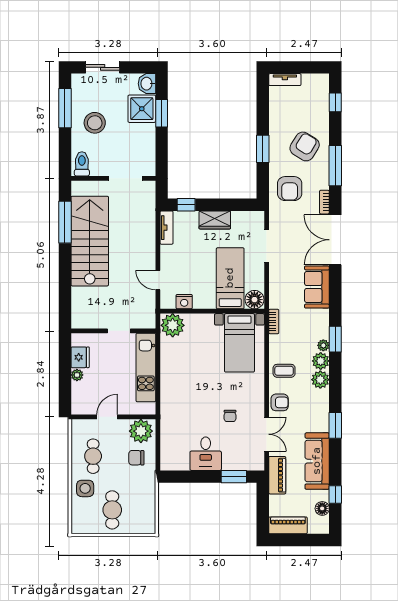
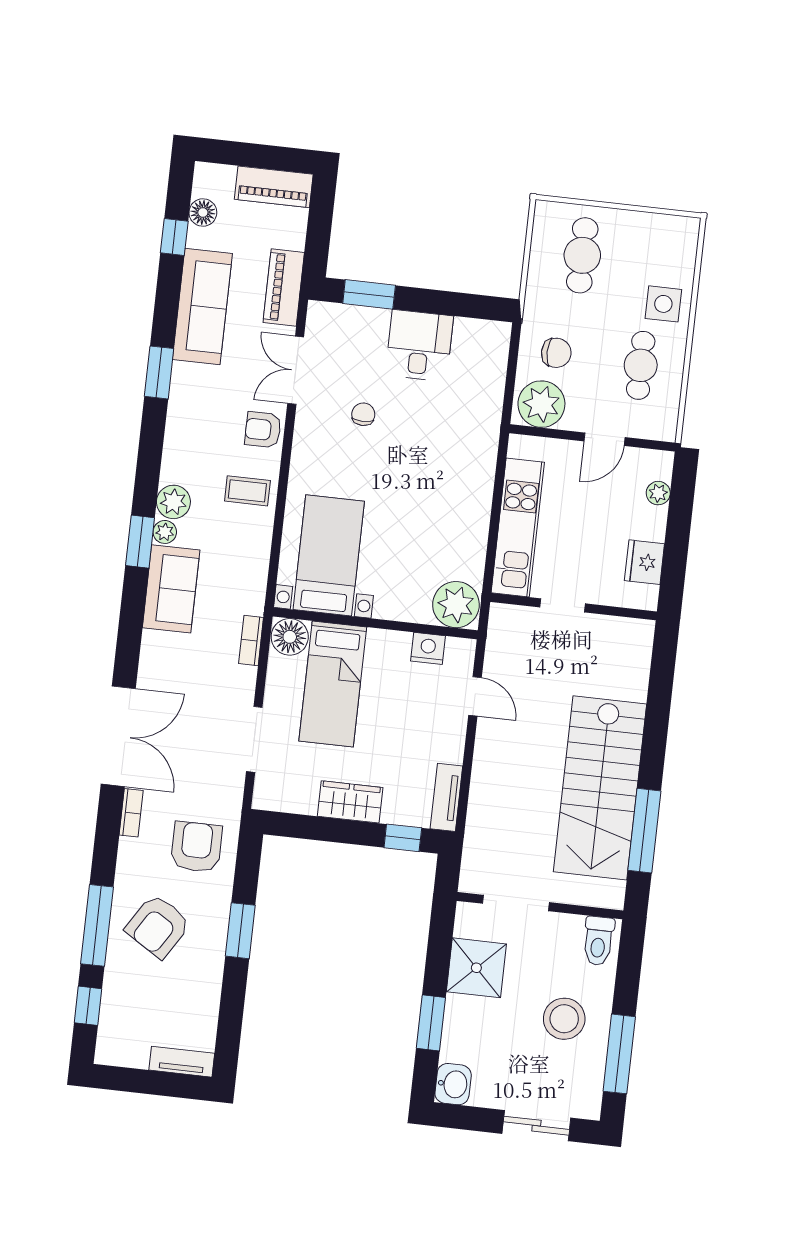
shower: (142, 109) -> (476, 968), moved
window: (335, 166) -> (97, 925), moved
sofa: (317, 287) -> (171, 589), moved
bookcase: (274, 322) -> (251, 641), moved
plant: (77, 375) -> (658, 493), moved
plant: (320, 380) -> (178, 465), removed
cafe table: (112, 510) -> (582, 255), moved

